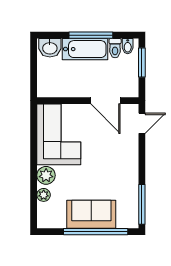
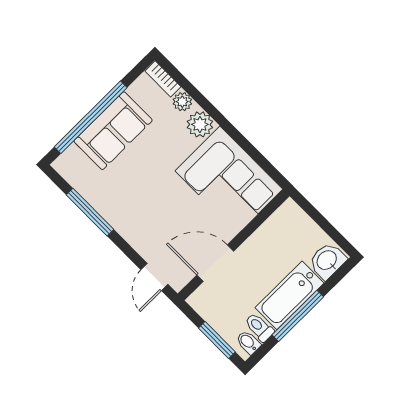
window: (142, 204) -> (90, 212), moved
bookcase: (42, 215) -> (163, 79), added

